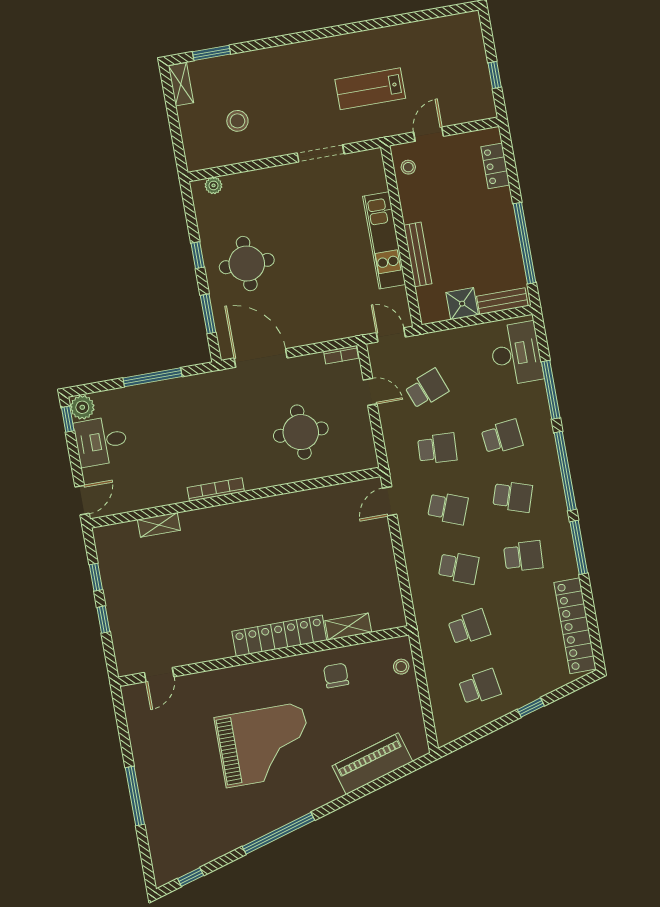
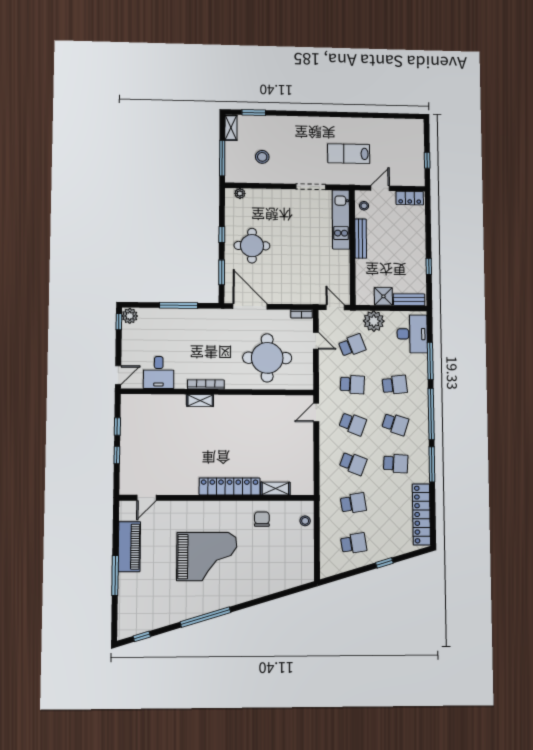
window: (176, 135) -> (222, 158), added
locker: (495, 166) -> (410, 198), moved, turned -90
kitchen unit: (384, 240) -> (341, 219), moved
window: (525, 243) -> (429, 266), width x0.32
bench: (418, 254) -> (361, 239), moved
plant: (454, 345) -> (374, 321), added
round table: (301, 432) -> (267, 358), width x1.36, depth x1.36
desk: (101, 441) -> (159, 373), moved, turned -90
shelving: (159, 525) -> (200, 400), moved
piano: (372, 764) -> (129, 547), moved, turned 106

